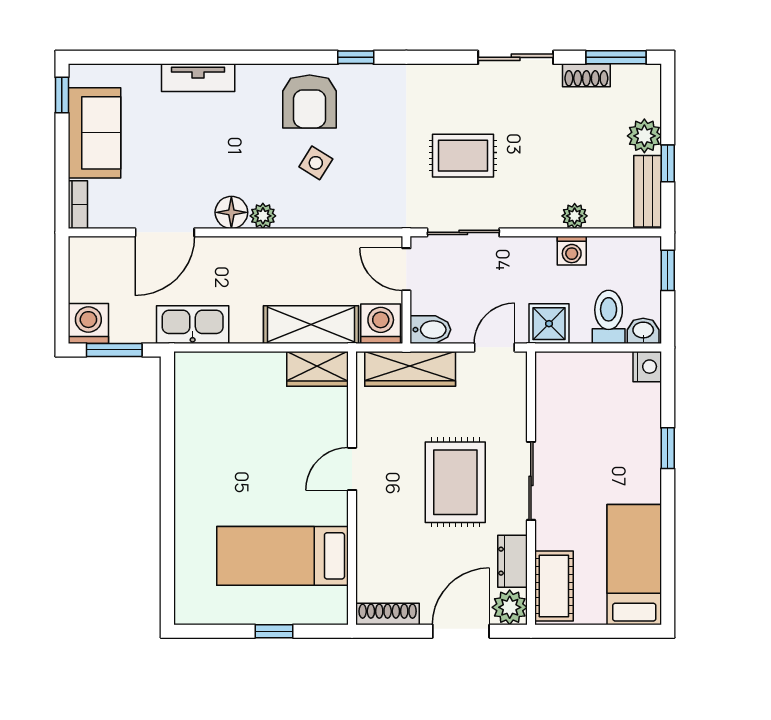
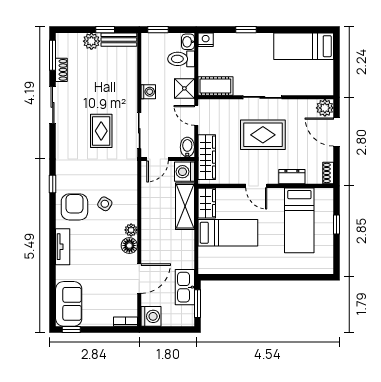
tv unit: (198, 78) -> (63, 247), moved
armchair: (310, 101) -> (74, 207), turned -90
sofa: (95, 133) -> (69, 304), moved, turned 90
plant: (575, 216) -> (131, 76), removed
door: (165, 232) -> (139, 279), hinge flipped
washing machine: (572, 251) -> (148, 92), moved
washing machine: (88, 324) -> (151, 316), moved, turned 180
kitchen sink: (193, 325) -> (185, 287), moved
bed: (257, 411) -> (228, 233), added
dresser: (512, 561) -> (292, 177), moved, turned 180
cot: (554, 586) -> (215, 86), moved
shoe rack: (388, 614) -> (328, 173), width x0.70

